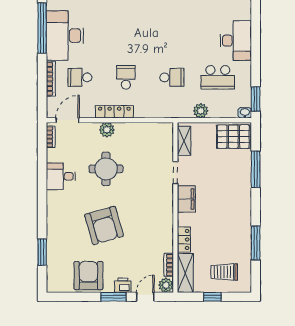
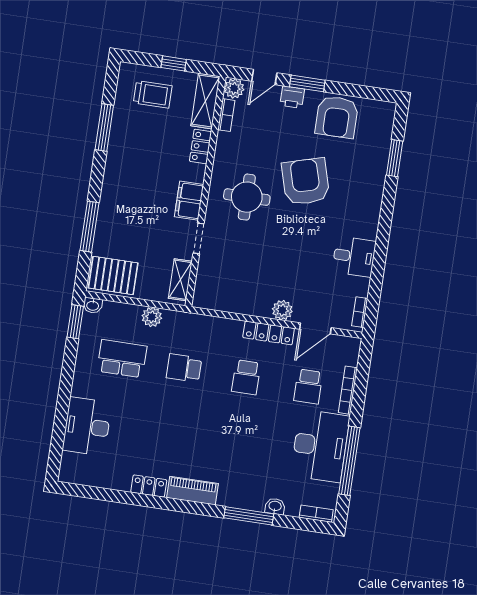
desk: (236, 41) -> (87, 426), moved
school desk: (80, 77) -> (308, 386), turned 90
door: (68, 120) -> (315, 328), moved
round table: (106, 169) -> (247, 197), moved

